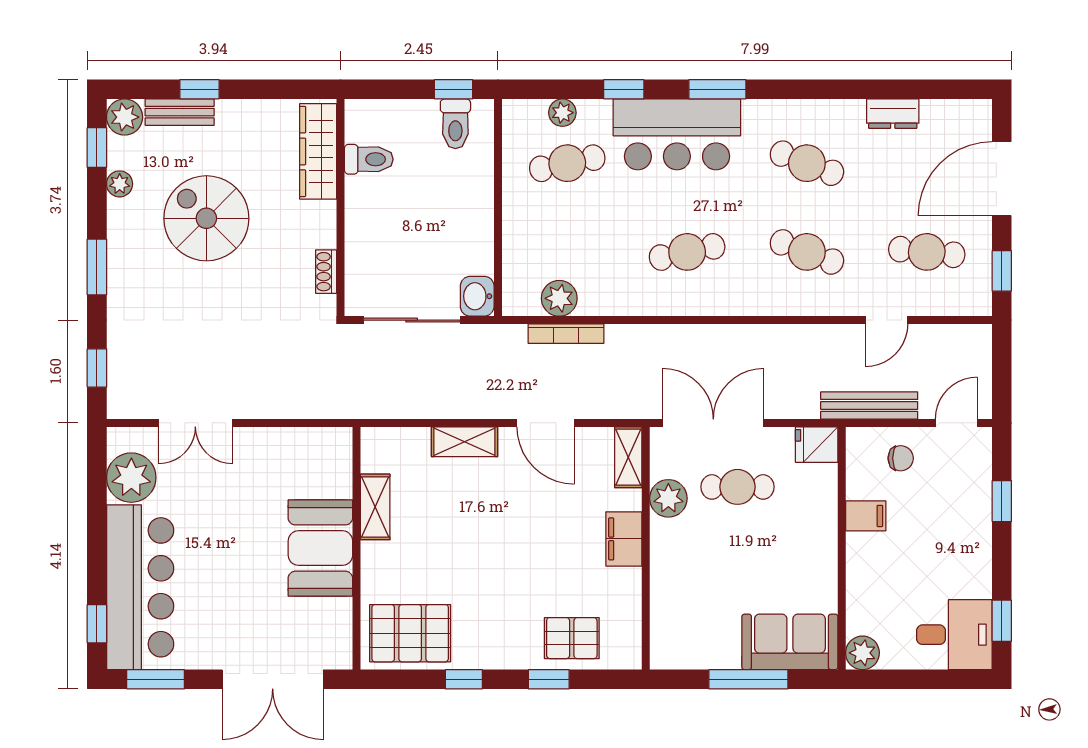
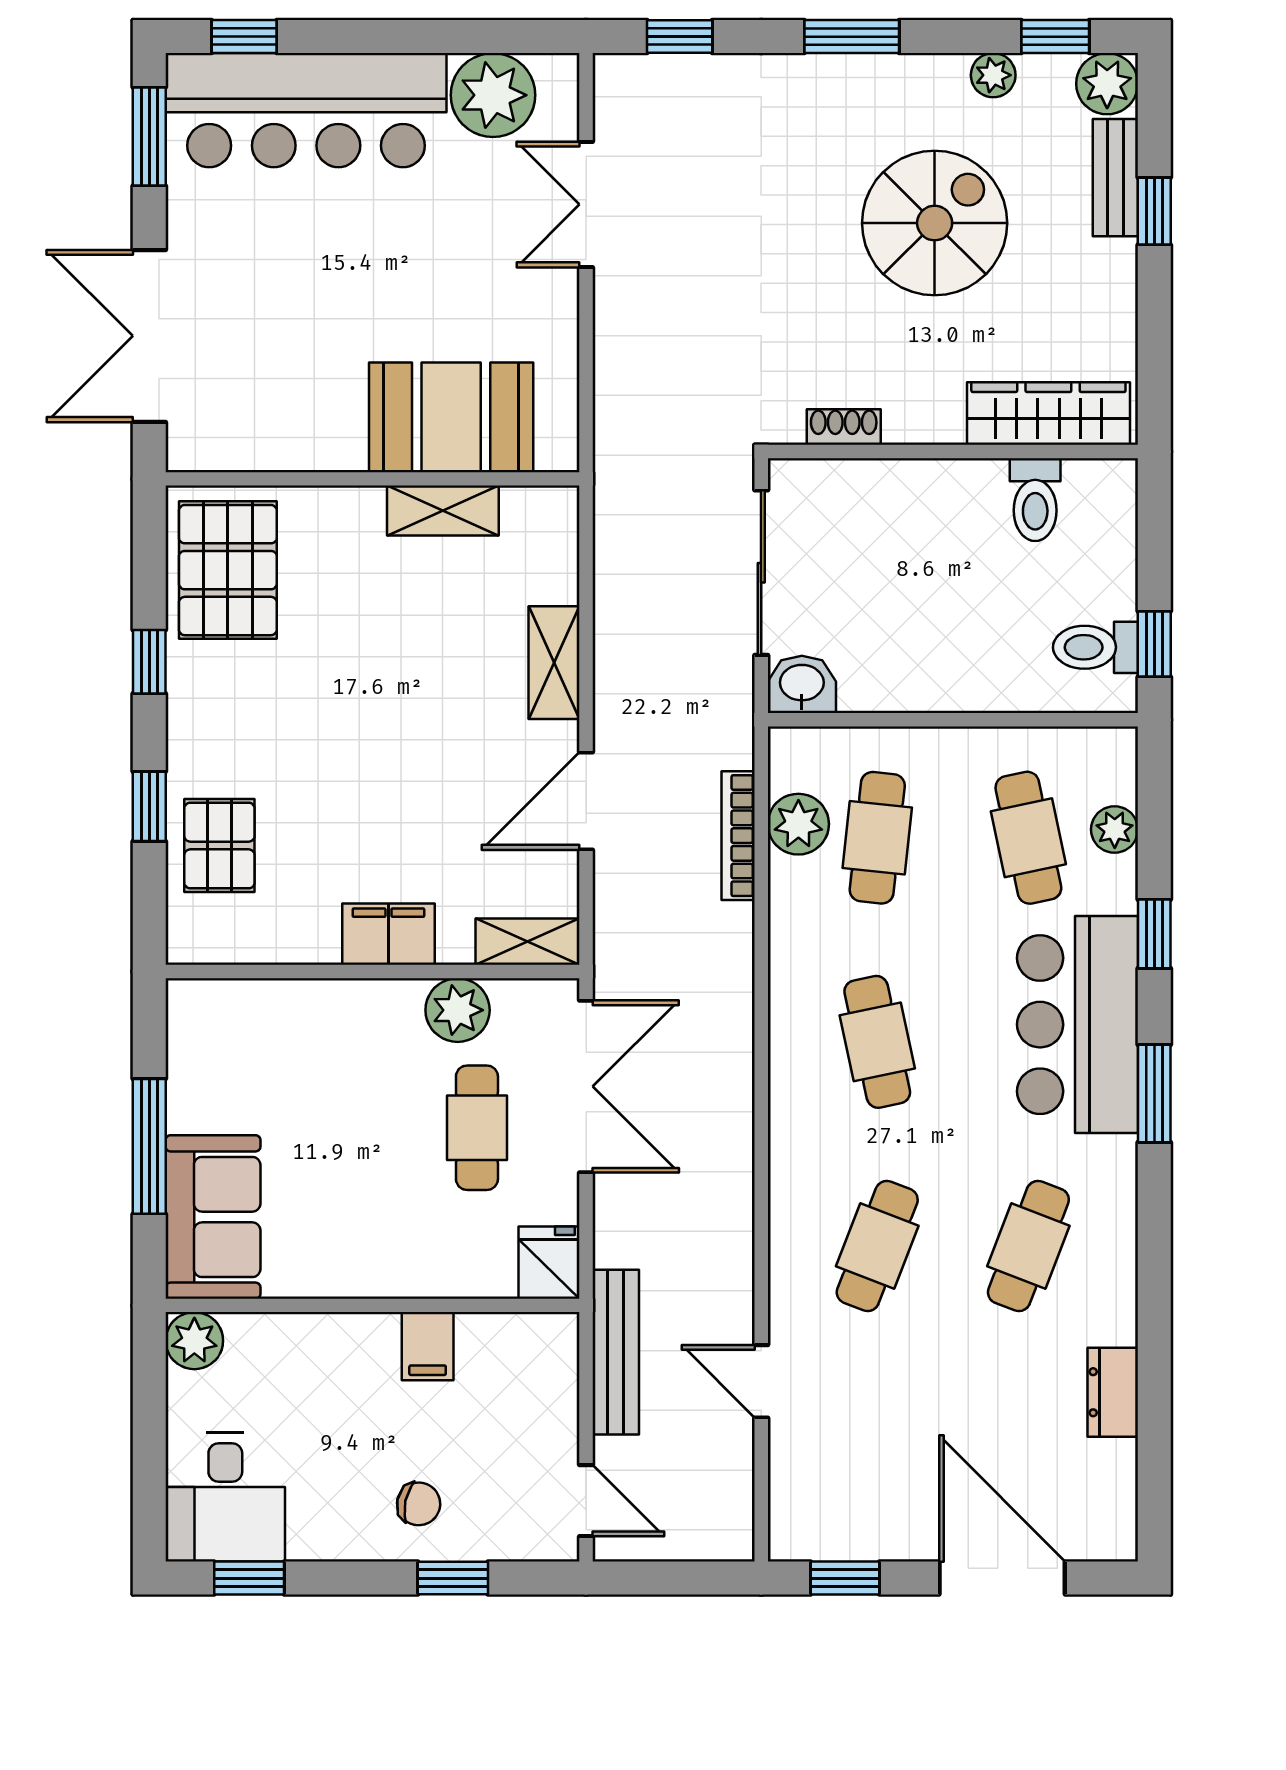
cafe table: (927, 252) -> (877, 838), moved
chair: (901, 458) -> (419, 1504), moved, turned -78
booth: (320, 548) -> (451, 417), moved

